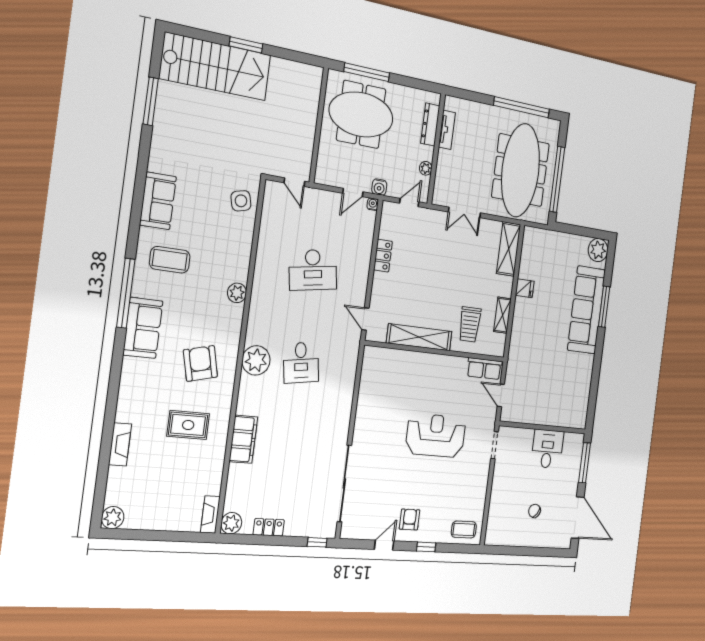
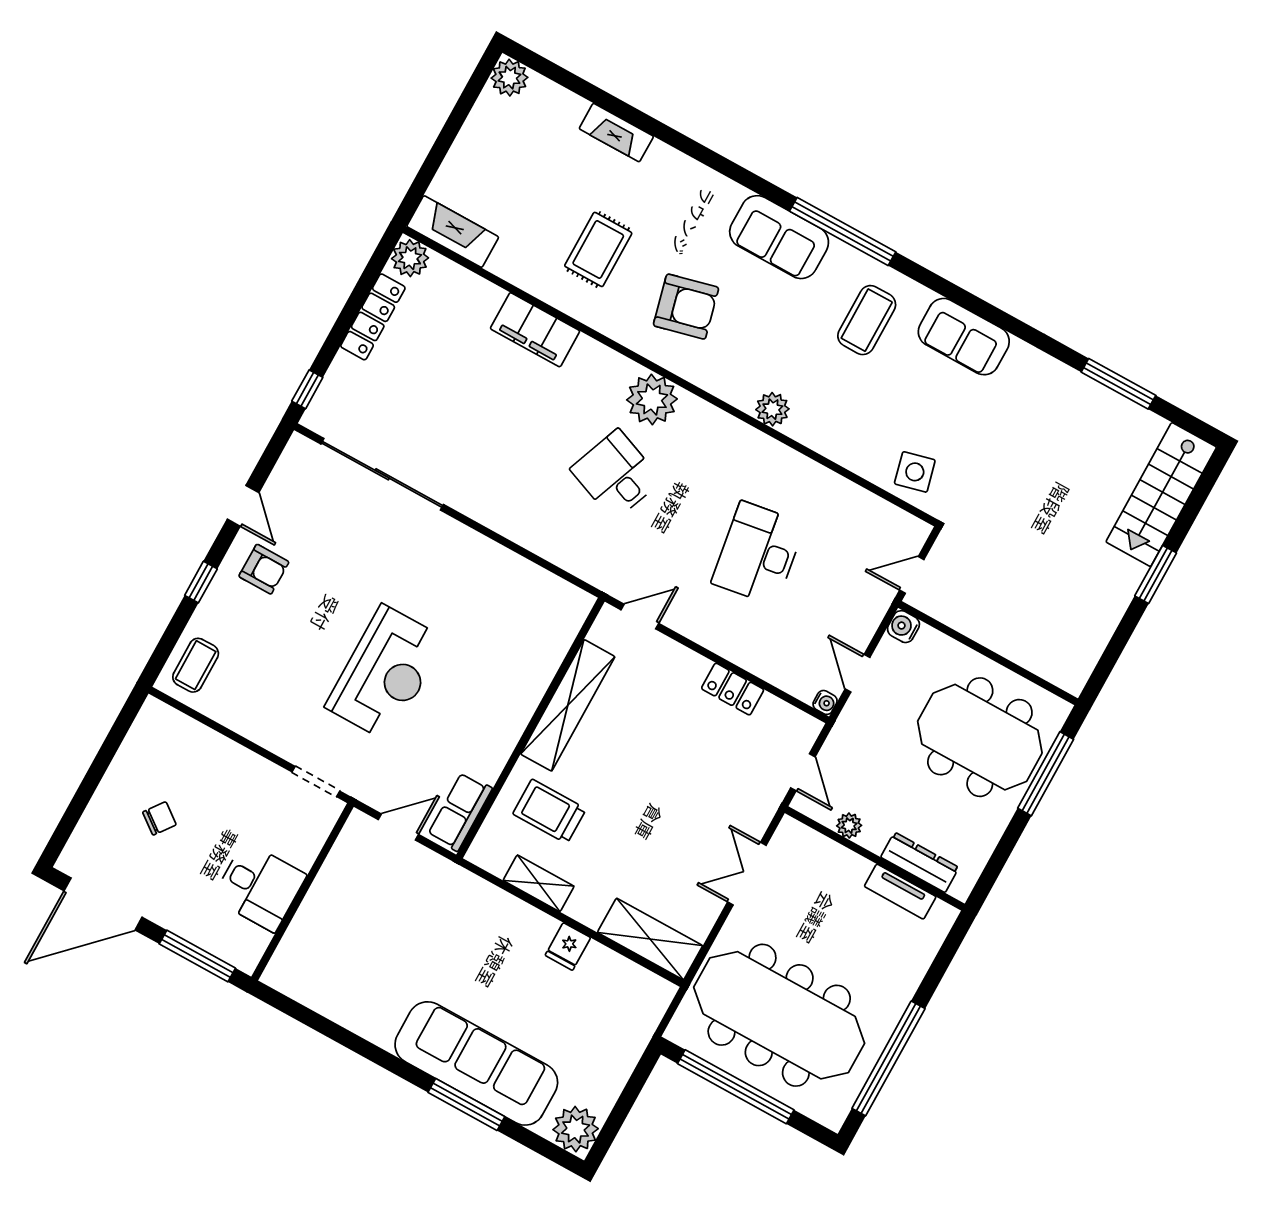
stairs: (216, 67) -> (1161, 495), width x0.73, depth x0.66
meeting table: (361, 114) -> (980, 737), turned 90
water cooler: (379, 187) -> (903, 627), moved
desk: (301, 363) -> (616, 475), turned 30
fireplace: (210, 515) -> (453, 232), width x1.37, depth x1.32
locker: (269, 527) -> (373, 317), width x1.53

